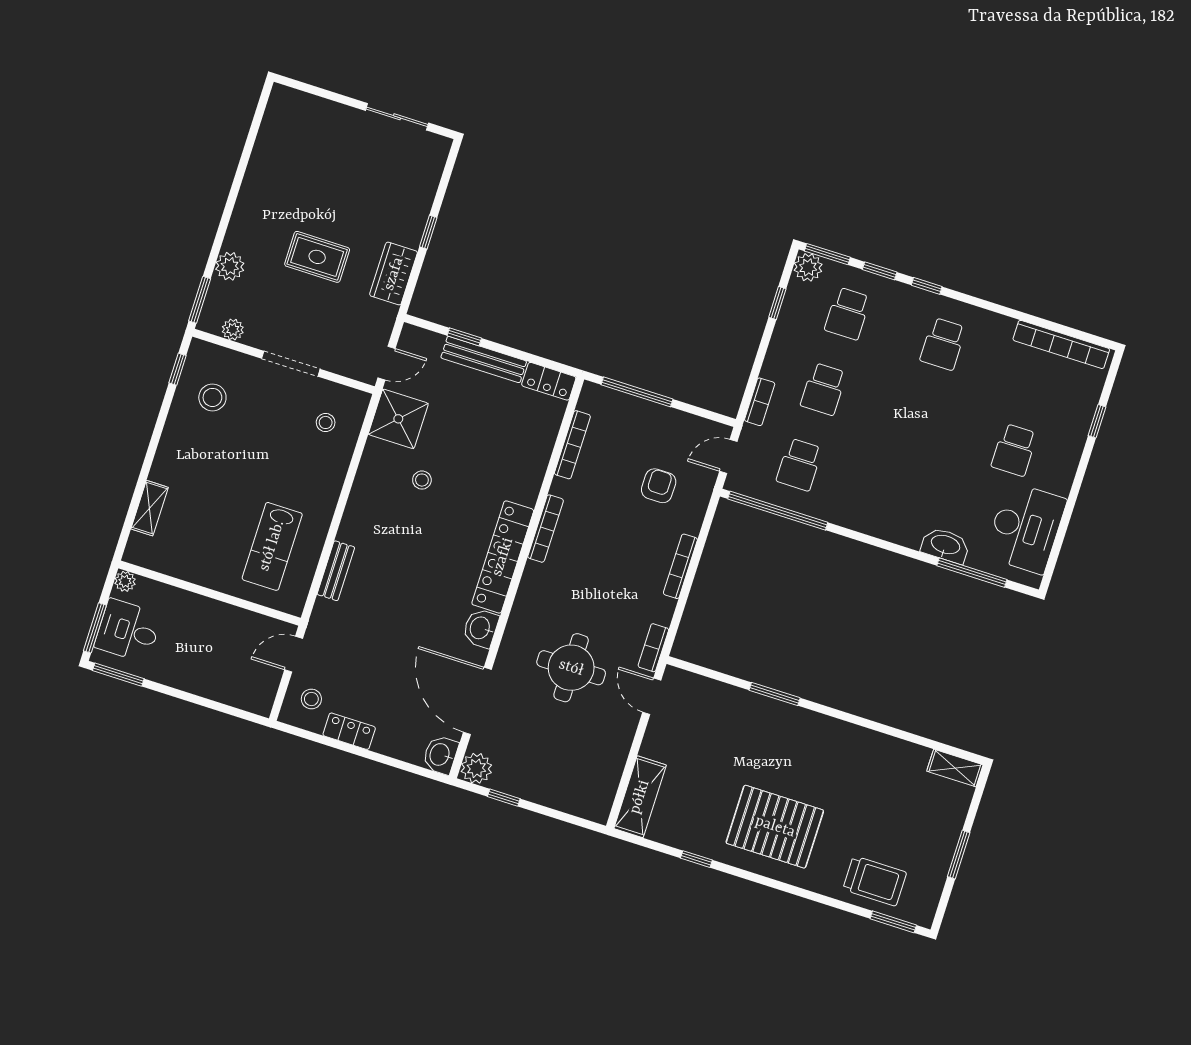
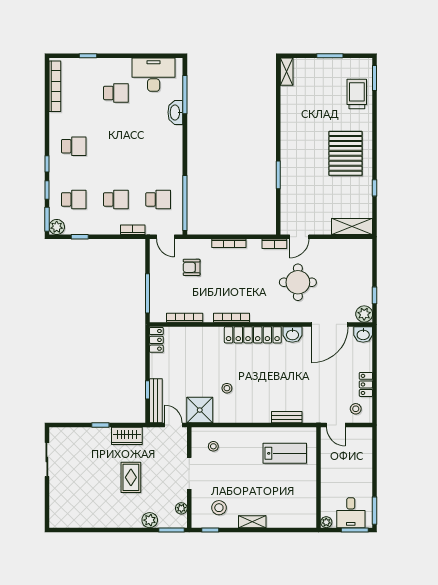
bench: (484, 359) -> (156, 401), moved
shelving: (150, 508) -> (252, 522), moved

